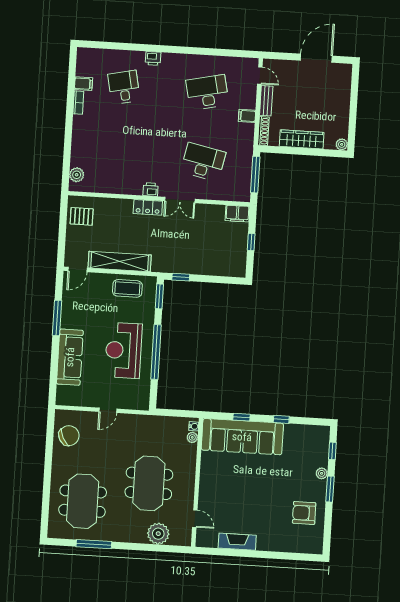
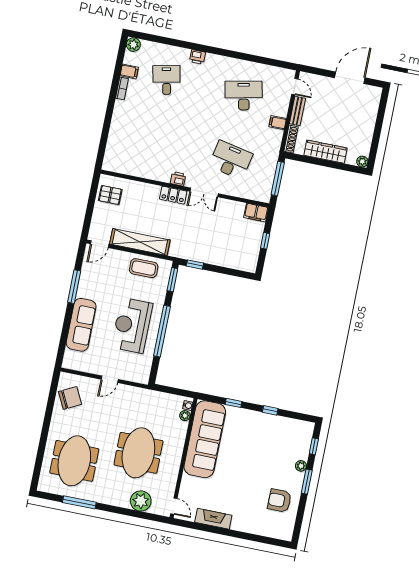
plant: (77, 175) -> (133, 45), moved
sofa: (242, 437) -> (205, 439), moved, turned -90
door: (195, 519) -> (174, 506), moved

